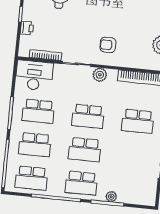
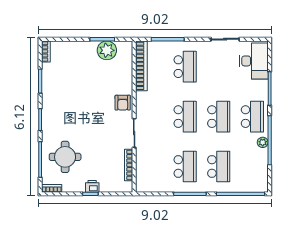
printer: (27, 28) -> (92, 186), moved
armchair: (108, 45) -> (123, 103), moved
desk: (34, 75) -> (254, 61), moved, turned 180
plant: (100, 75) -> (143, 109), removed
school desk: (32, 178) -> (252, 166), removed
plant: (111, 197) -> (263, 142), moved

